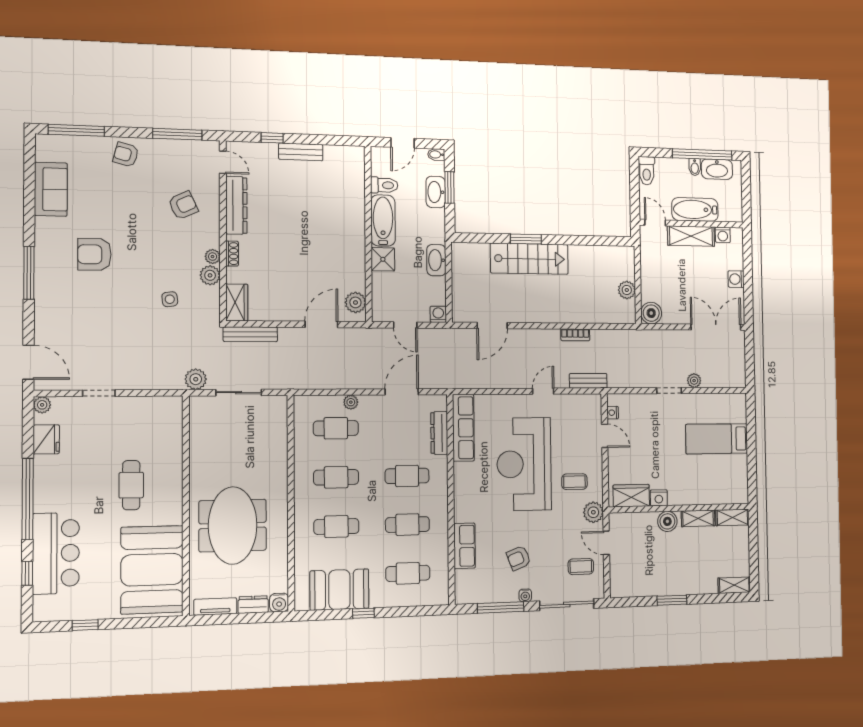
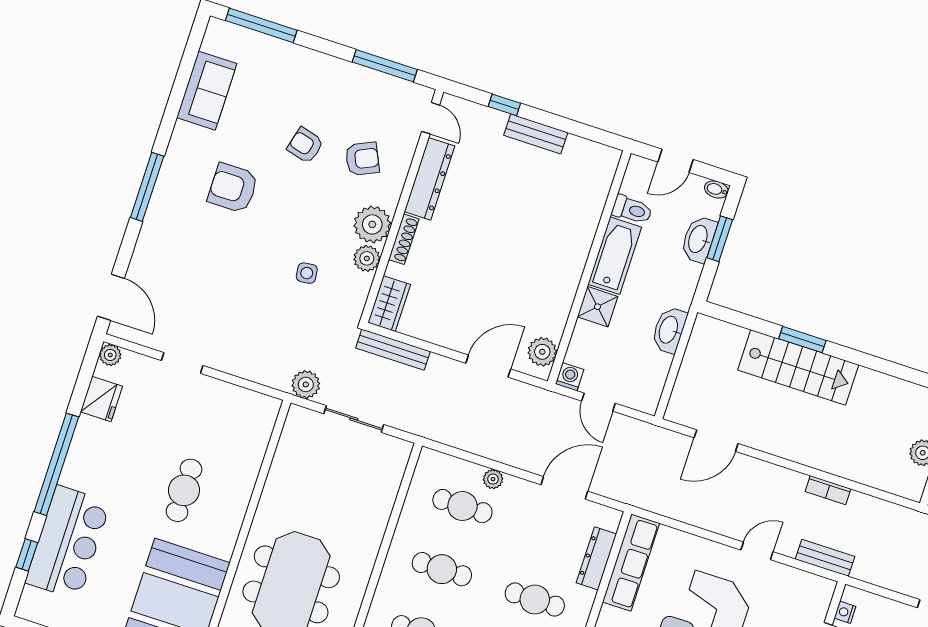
armchair: (126, 155) -> (305, 145), moved
shoe rack: (232, 254) -> (404, 239), width x1.43
plant: (213, 257) -> (372, 224), width x1.88, depth x1.88
washing machine: (438, 314) -> (569, 377), moved

